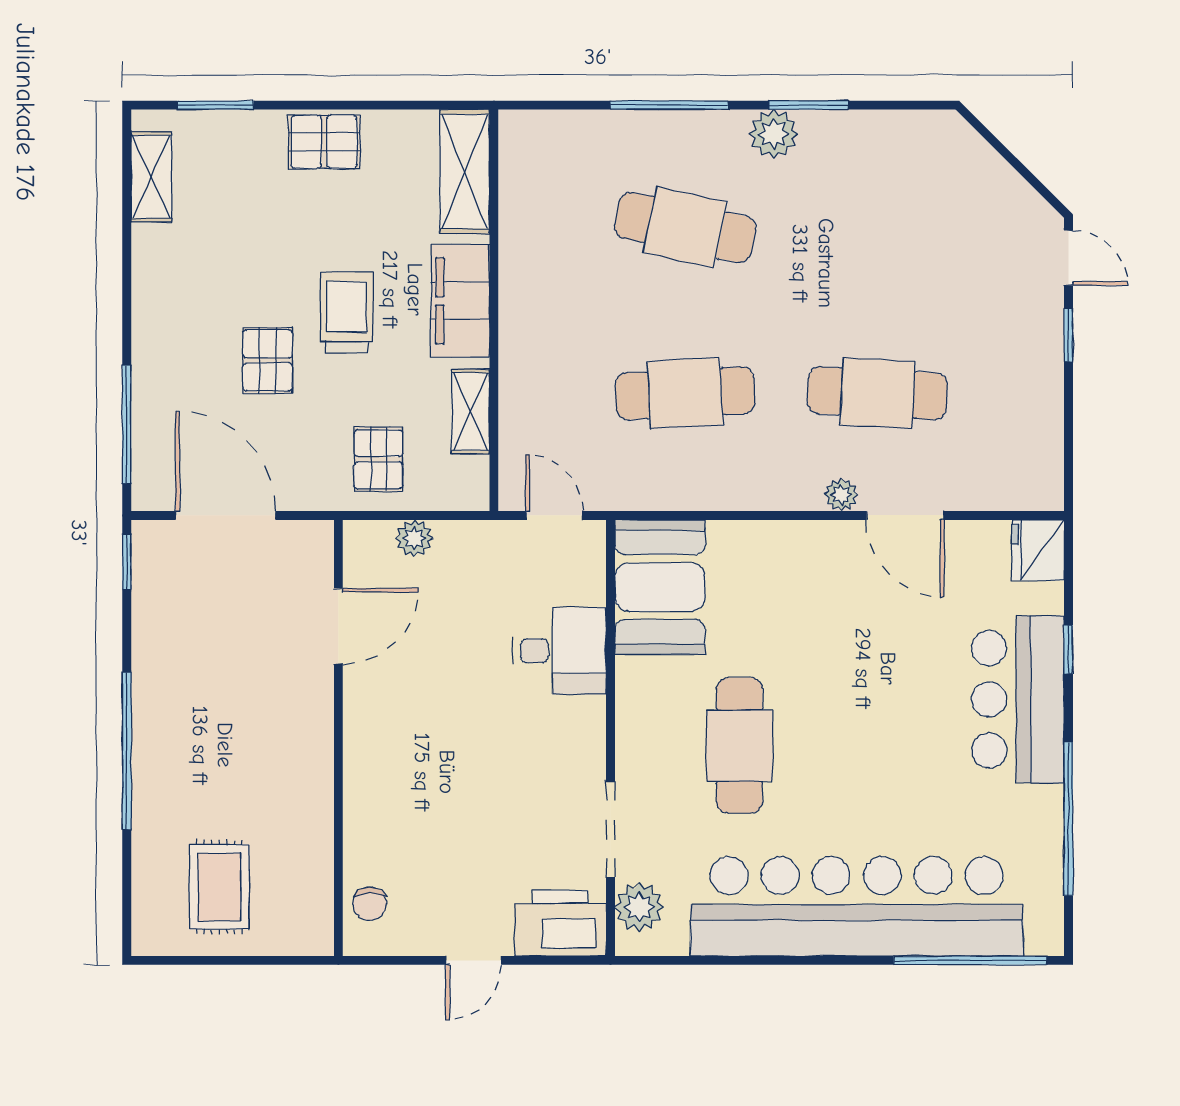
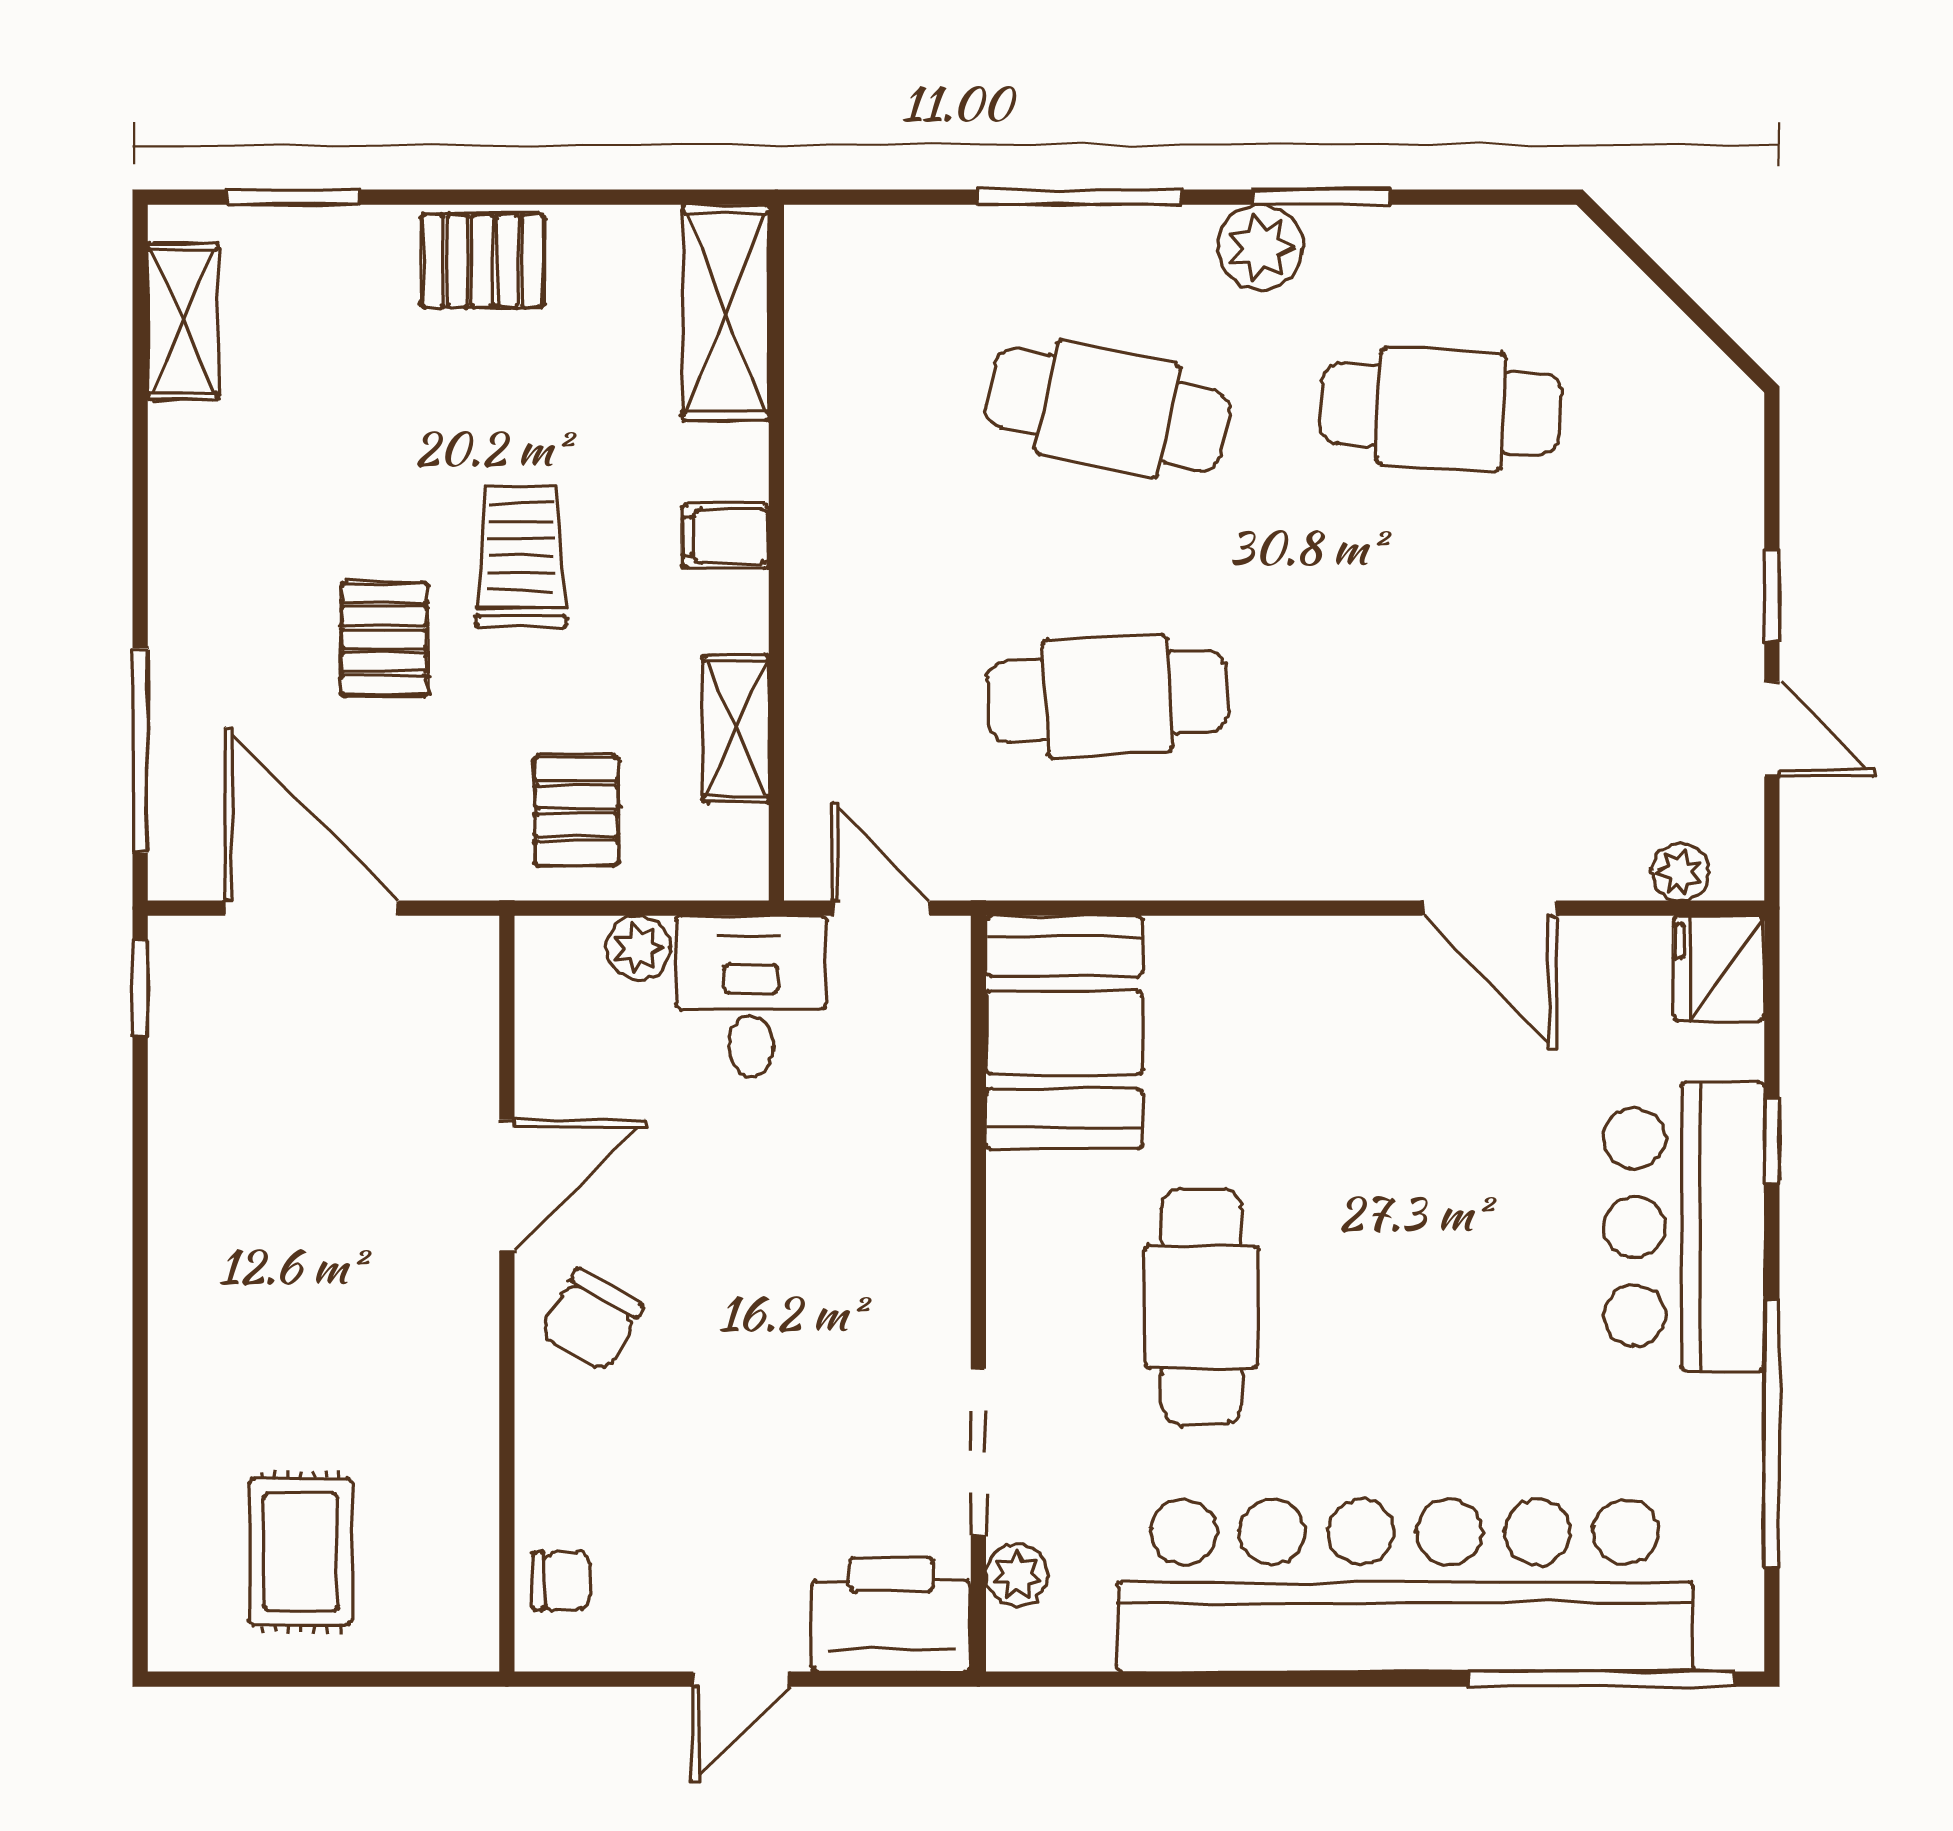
door: (1068, 258) -> (1772, 729), moved
filing cabinet: (460, 301) -> (725, 536), width x0.33, depth x0.86
cafe table: (877, 393) -> (1441, 409), moved
plant: (841, 495) -> (1680, 872), moved
door: (338, 626) -> (507, 1185), moved
desk: (560, 651) -> (751, 996), moved, turned -90
window: (127, 751) -> (140, 1316), removed
chair: (387, 753) -> (592, 1320), added
chair: (370, 904) -> (561, 1581), turned -90
plant: (639, 907) -> (1017, 1575), width x0.73, depth x0.73

